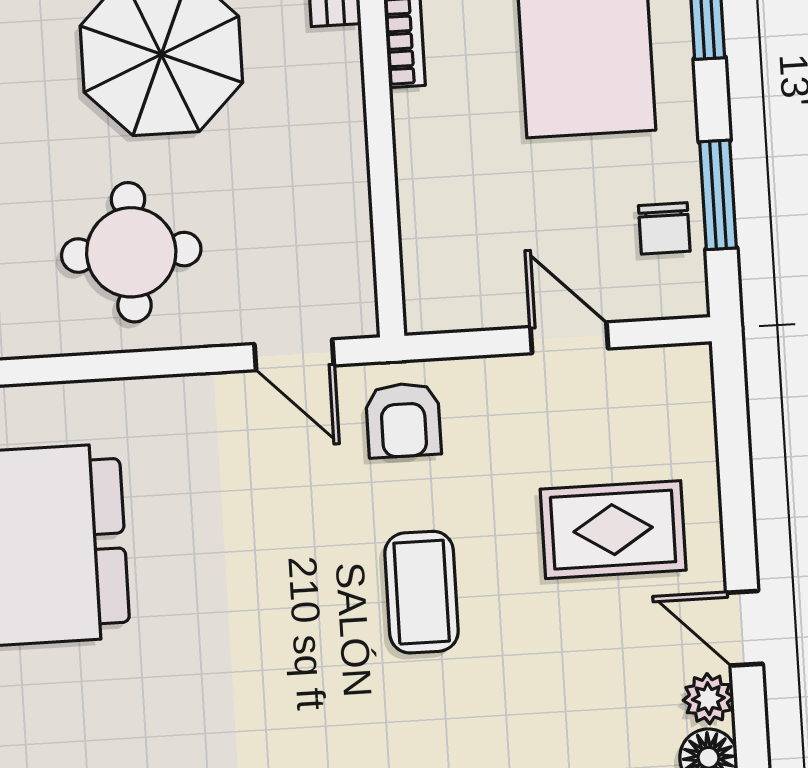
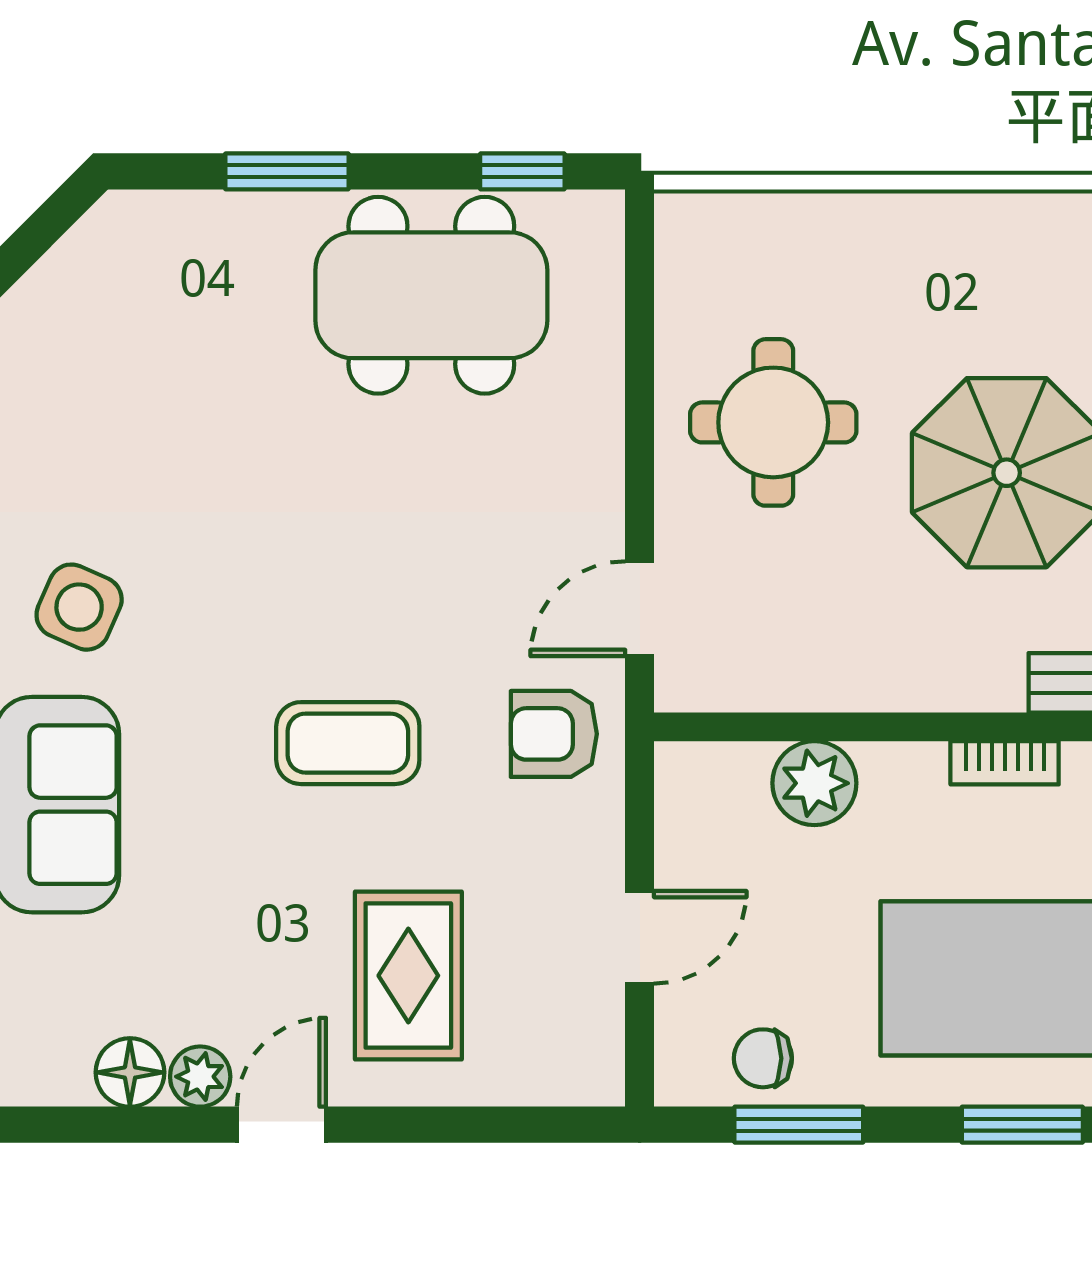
plant: (431, 199) -> (814, 783), added

